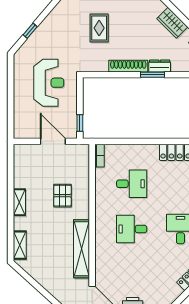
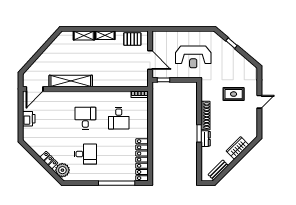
door: (53, 141) -> (150, 60), hinge flipped
pallet: (62, 196) -> (132, 39), moved
shelving: (20, 245) -> (84, 35), moved

